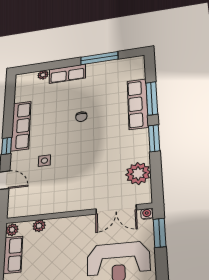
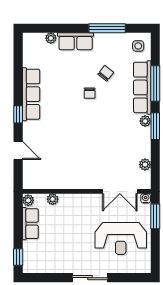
chair: (98, 97) -> (106, 73), added
plant: (142, 135) -> (145, 121), added
side table: (44, 161) -> (138, 46), moved
plant: (138, 173) -> (145, 165), width x0.53, depth x0.53

